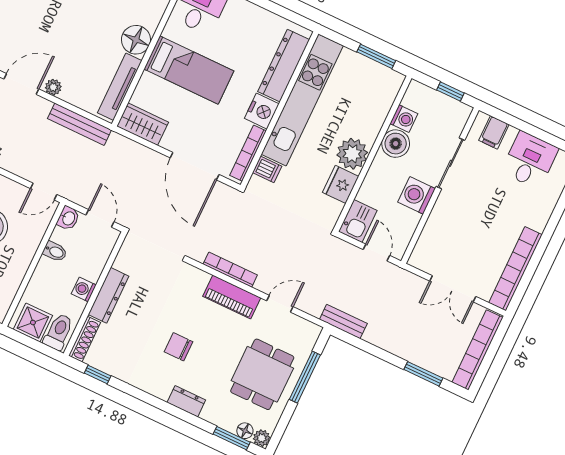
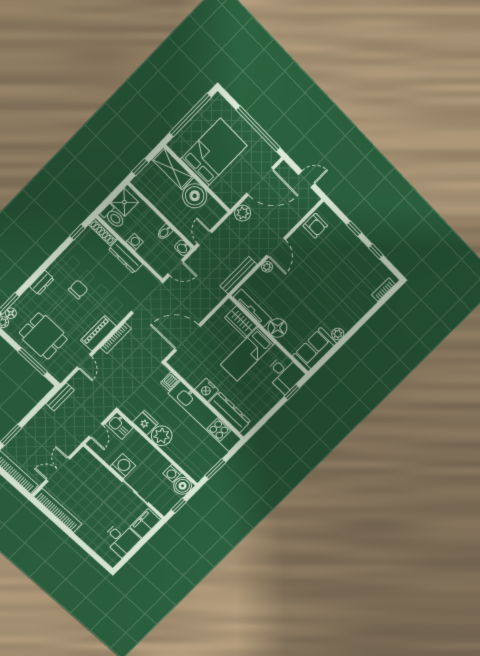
wardrobe: (143, 124) -> (241, 322), moved, turned 90
filing cabinet: (494, 132) -> (145, 523), width x2.00
boiler: (396, 144) -> (183, 486), moved
bookcase: (248, 153) -> (184, 373), removed
door: (376, 253) -> (96, 431), hinge flipped

